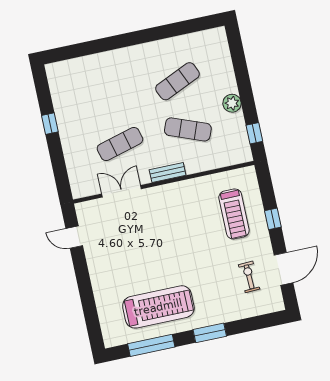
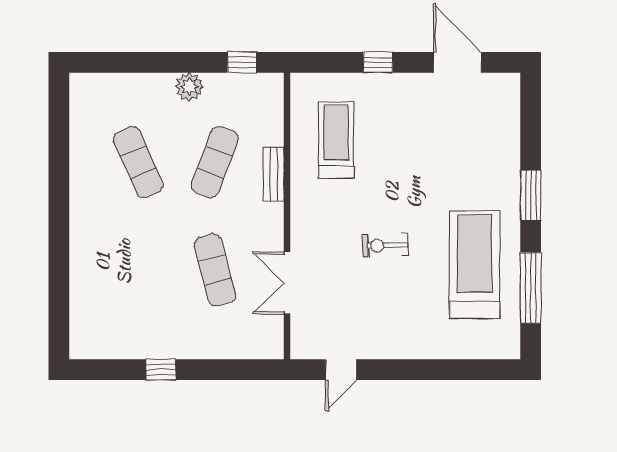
bench: (168, 173) -> (274, 174), moved
treadmill: (234, 214) -> (336, 140), moved, turned -90
exercise bike: (249, 277) -> (385, 245), moved

